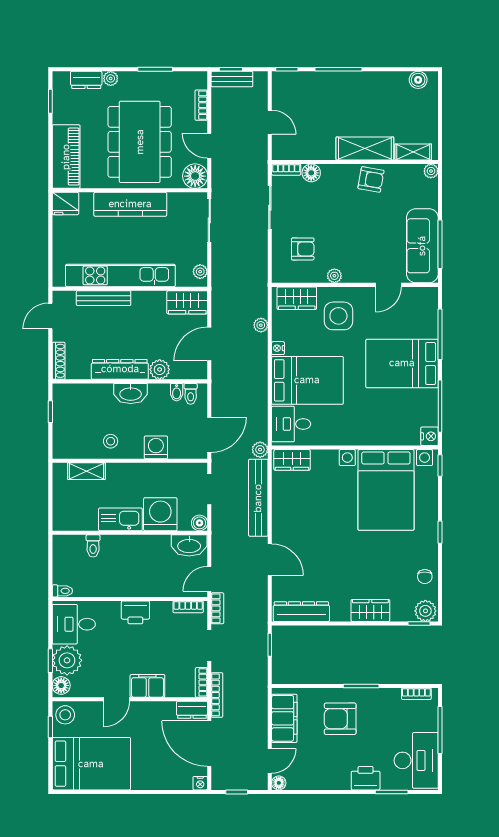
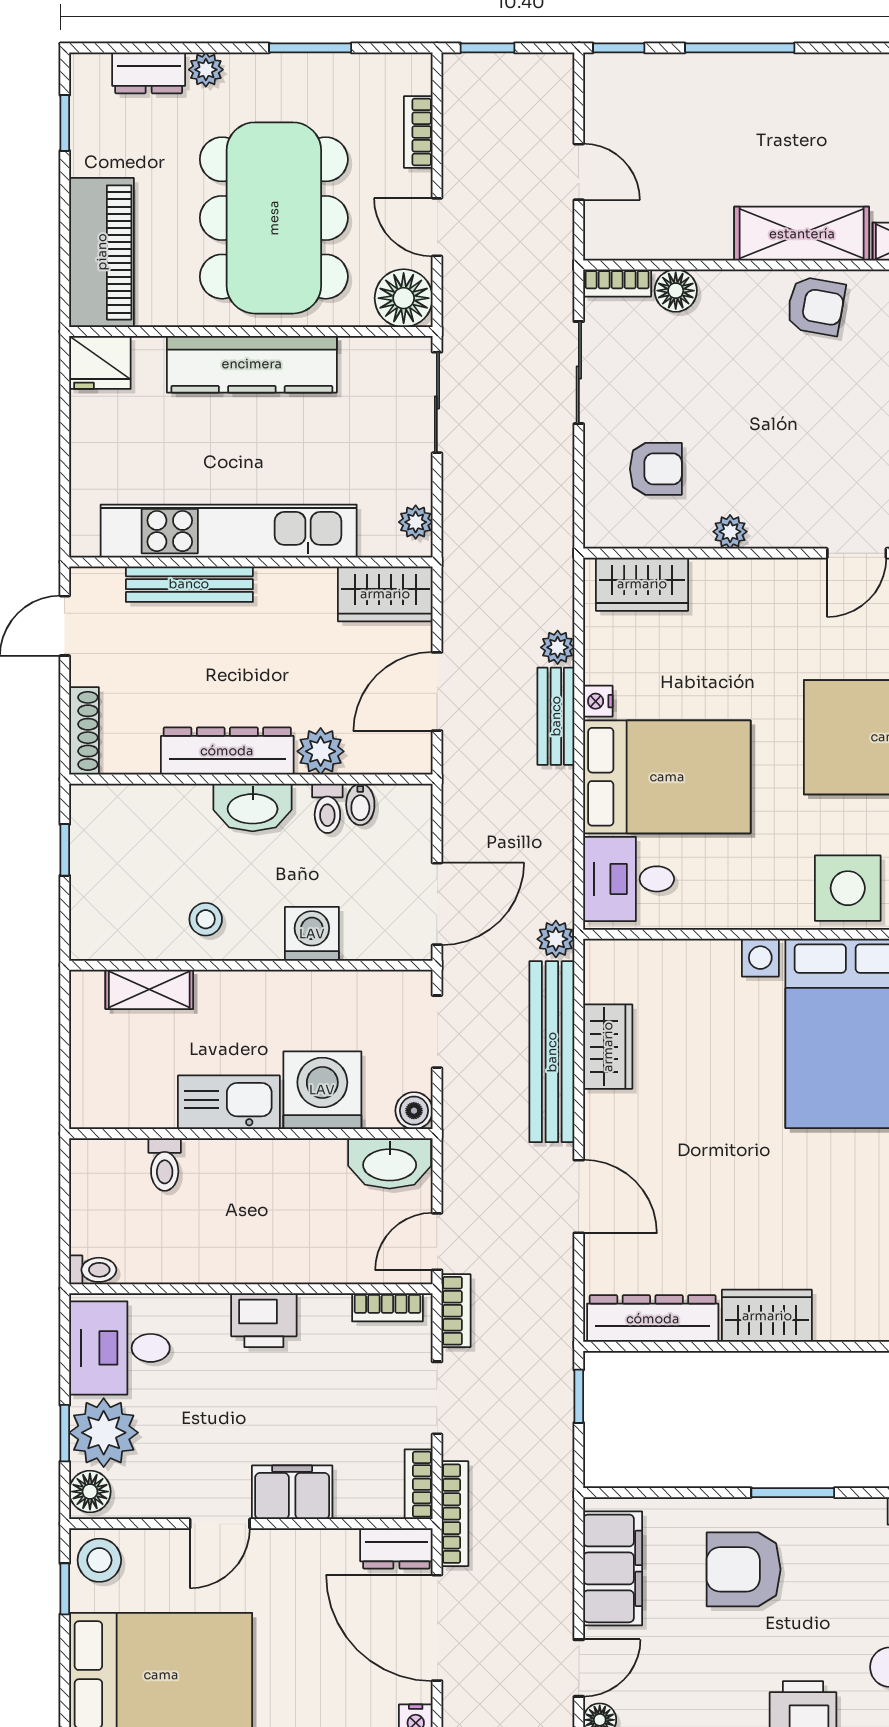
bench: (232, 79) -> (556, 716), moved, turned 90
side table: (338, 316) -> (848, 888), moved
toilet: (191, 394) -> (327, 808), moved
wardrobe: (292, 460) -> (608, 1047), moved, turned -90
wardrobe: (370, 610) -> (767, 1316), moved

